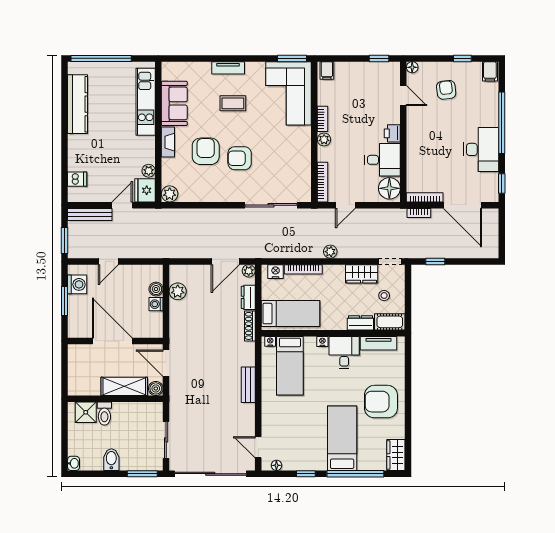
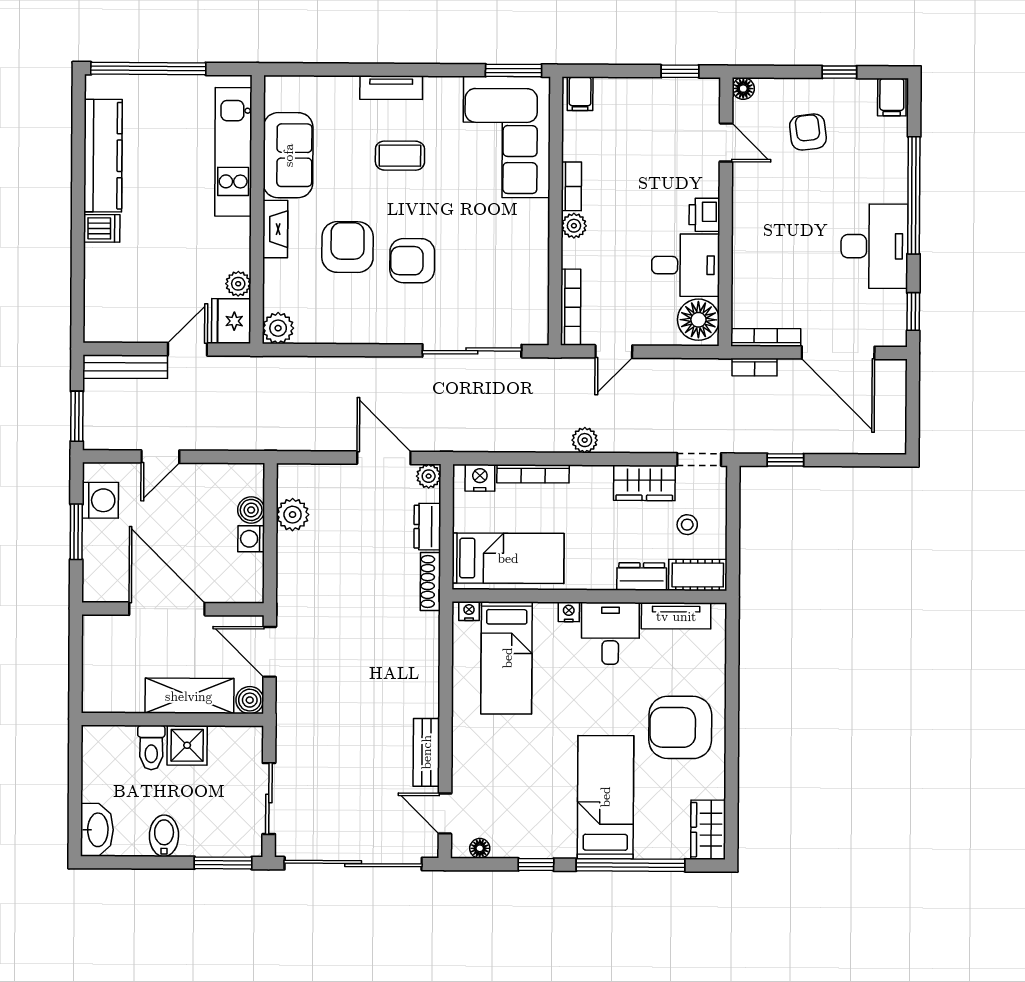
dishwasher: (77, 179) -> (102, 228), moved
door: (225, 261) -> (384, 458), swing flipped
bench: (248, 385) -> (426, 752), moved
shower: (86, 412) -> (187, 745), moved
washbasin: (74, 463) -> (97, 830), width x1.91, depth x1.45

